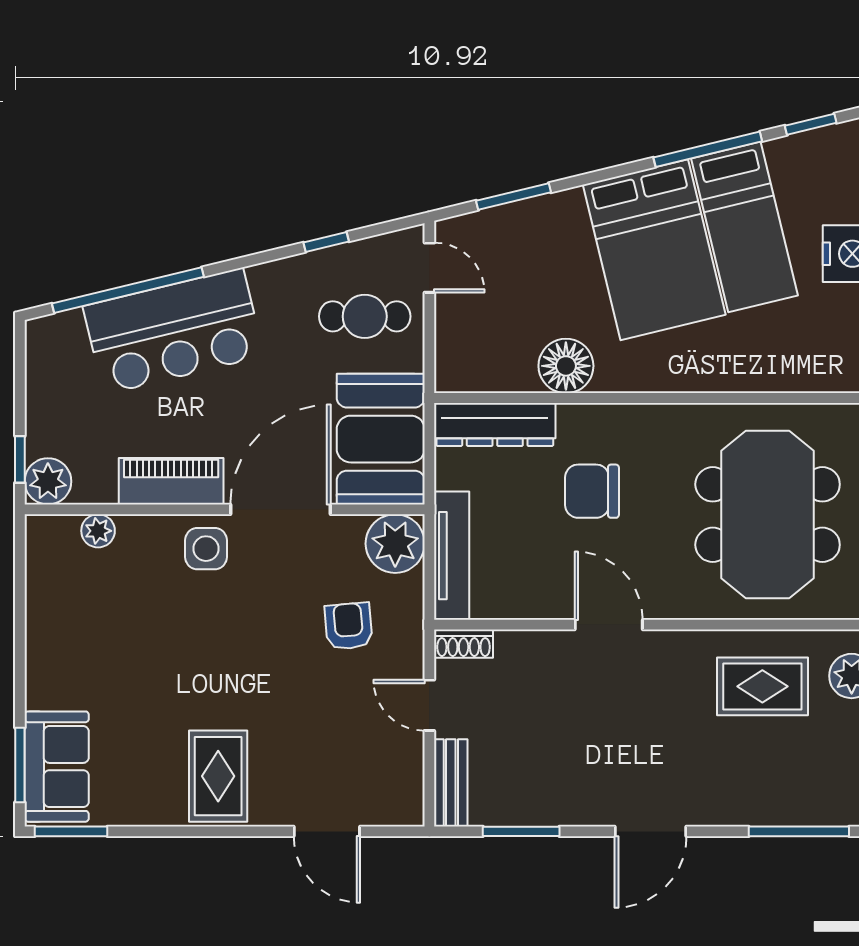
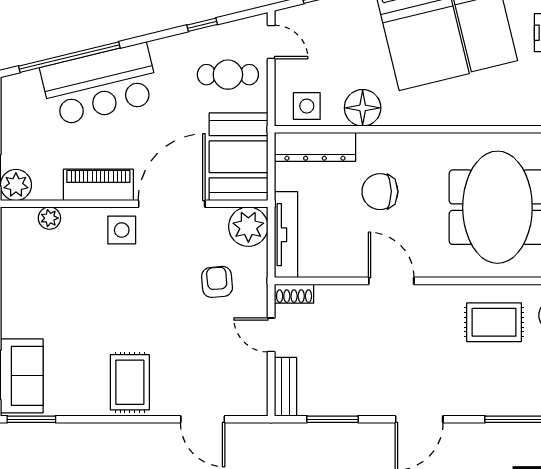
side table: (483, 363) -> (307, 106), added

